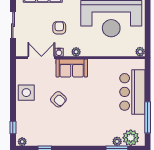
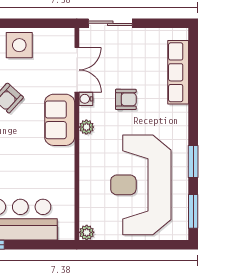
sliding door: (13, 25) -> (110, 23), moved

